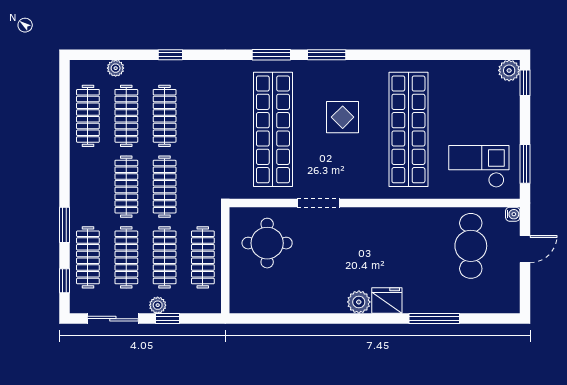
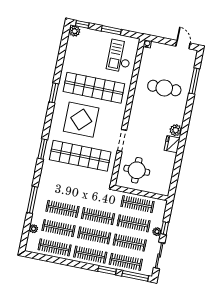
window: (170, 55) -> (32, 200), width x2.17
window: (327, 55) -> (54, 93), moved
display table: (343, 117) -> (81, 120), width x1.86, depth x1.86
window: (525, 164) -> (111, 30), moved
clothes rail: (88, 187) -> (90, 255), added
cafe table: (471, 246) -> (164, 88), moved
door: (525, 249) -> (183, 45), moved
window: (65, 281) -> (135, 276), width x2.17
fridge: (387, 301) -> (172, 144), moved
window: (434, 319) -> (194, 81), moved

